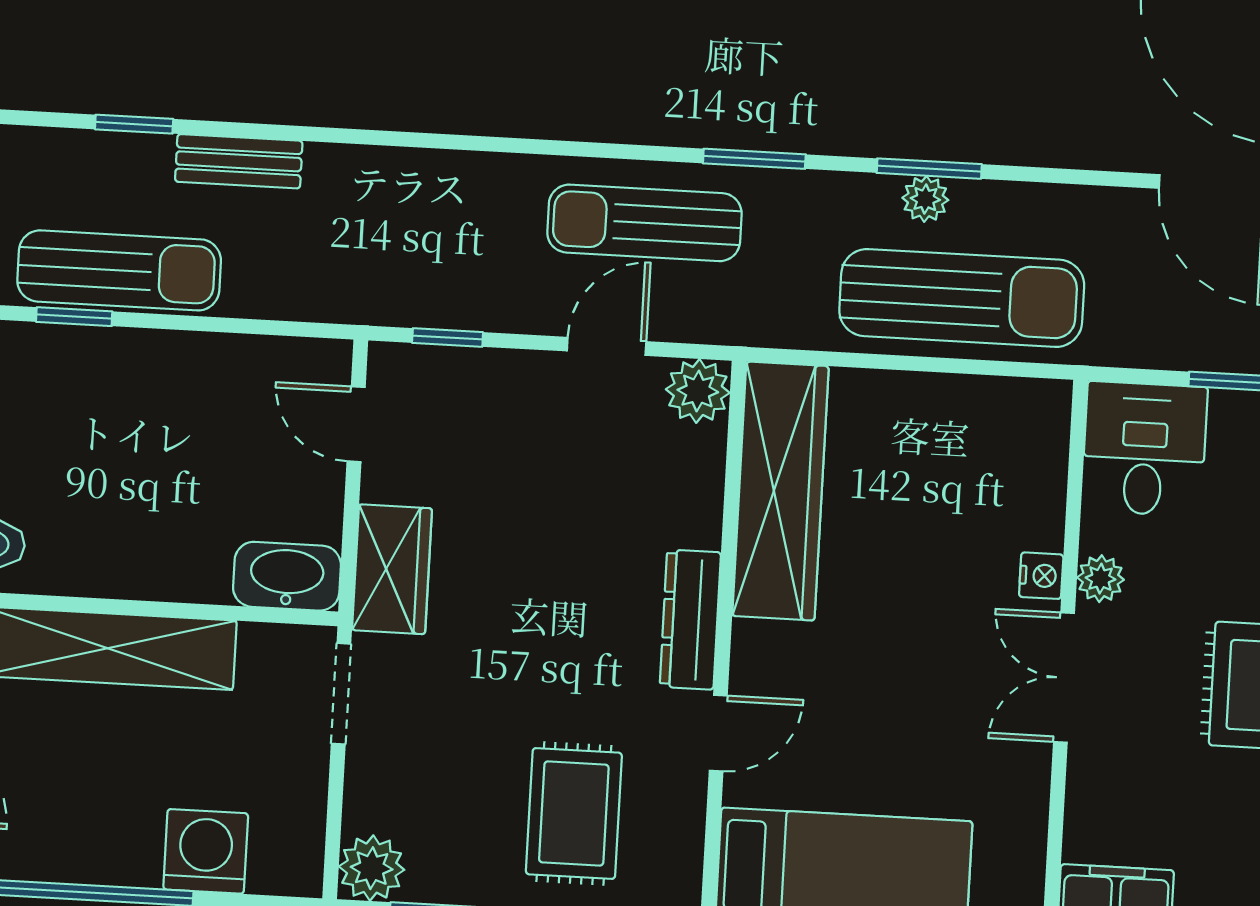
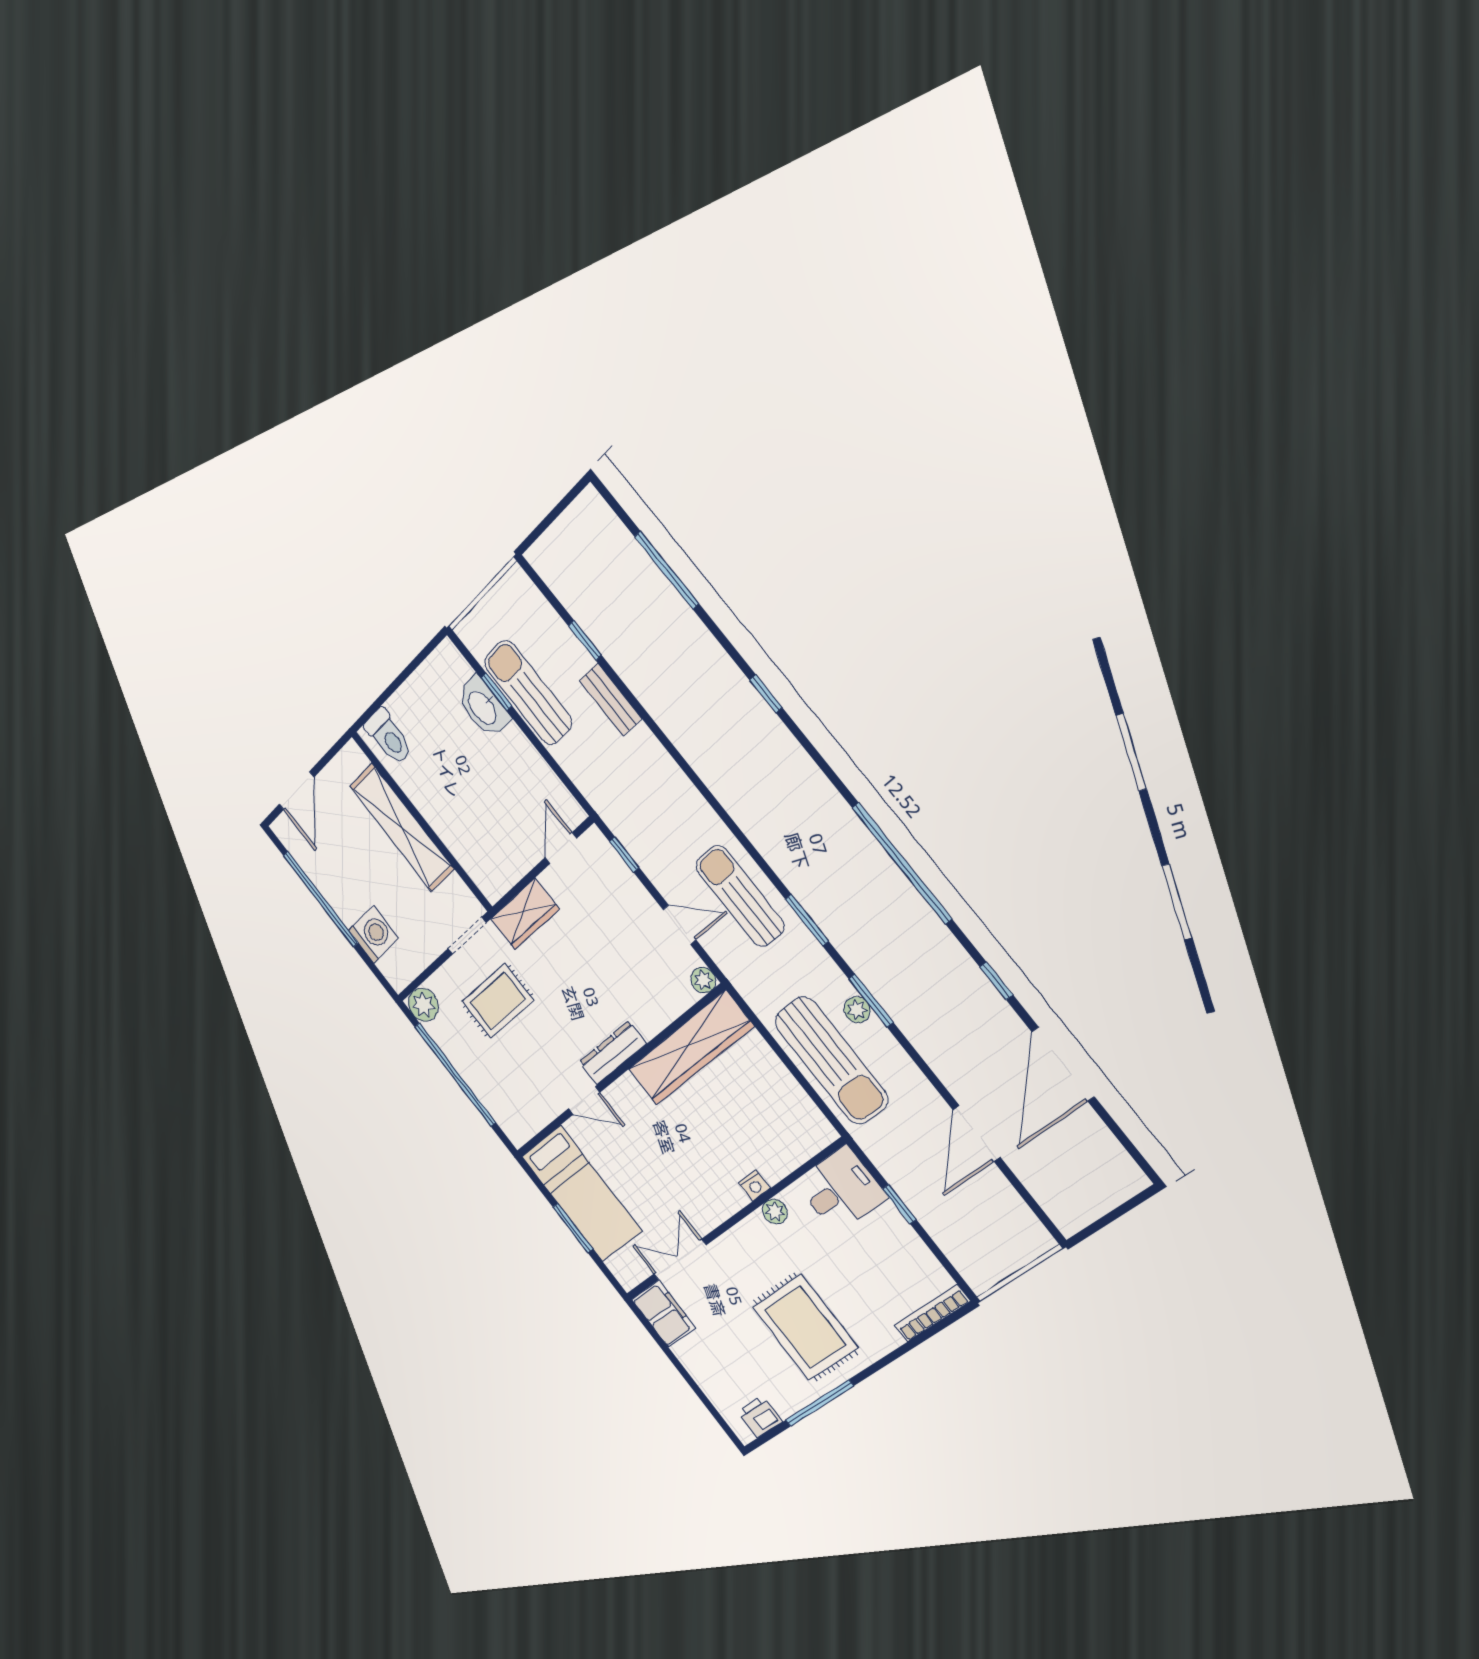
sun lounger: (119, 270) -> (528, 692), turned 180
plant: (698, 391) -> (703, 980), width x0.73, depth x0.73
washbasin: (287, 576) -> (483, 707), moved, turned 180
double door: (1064, 678) -> (680, 1260), moved
rug: (574, 813) -> (498, 1001), moved

